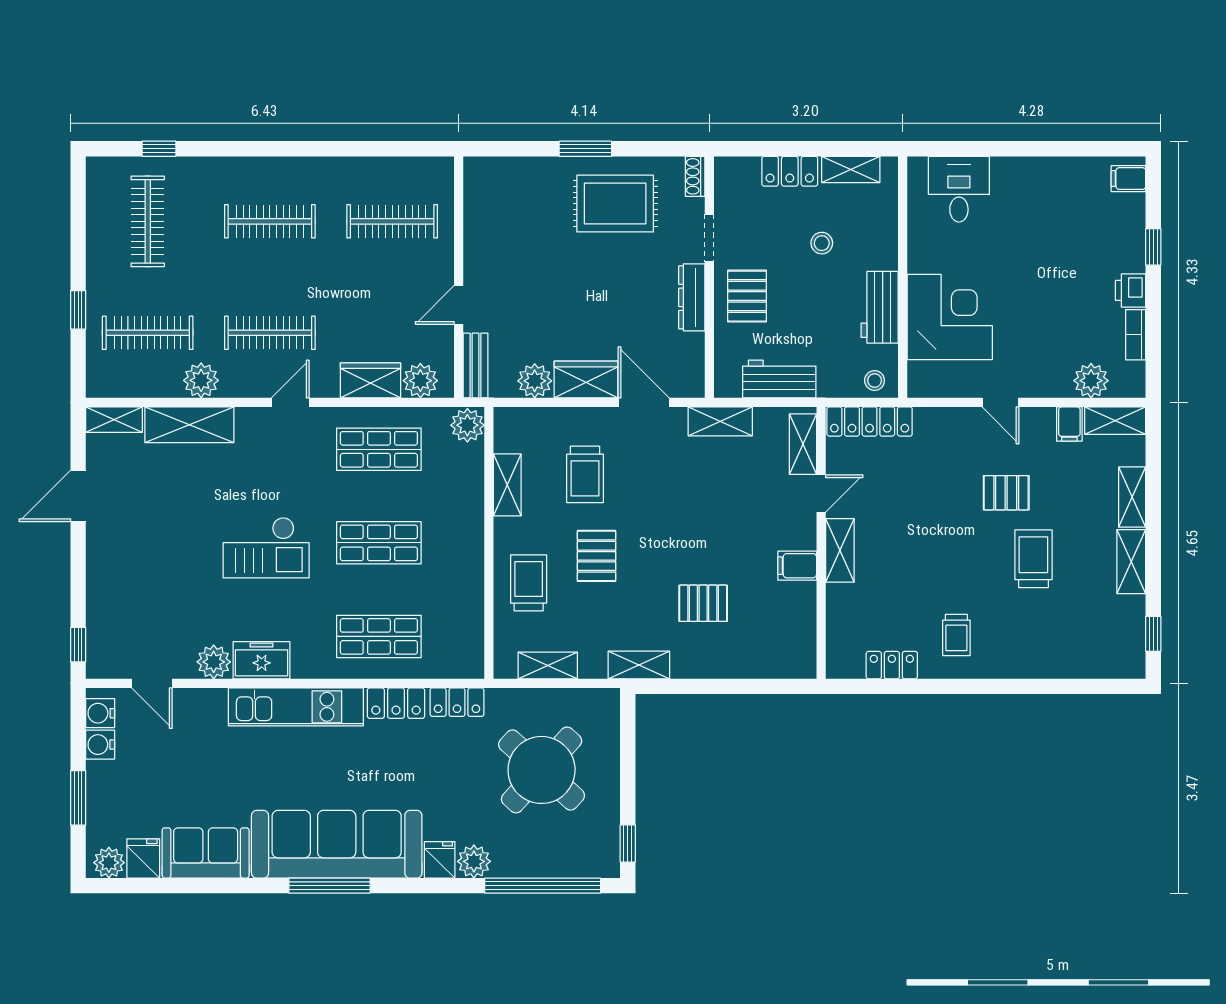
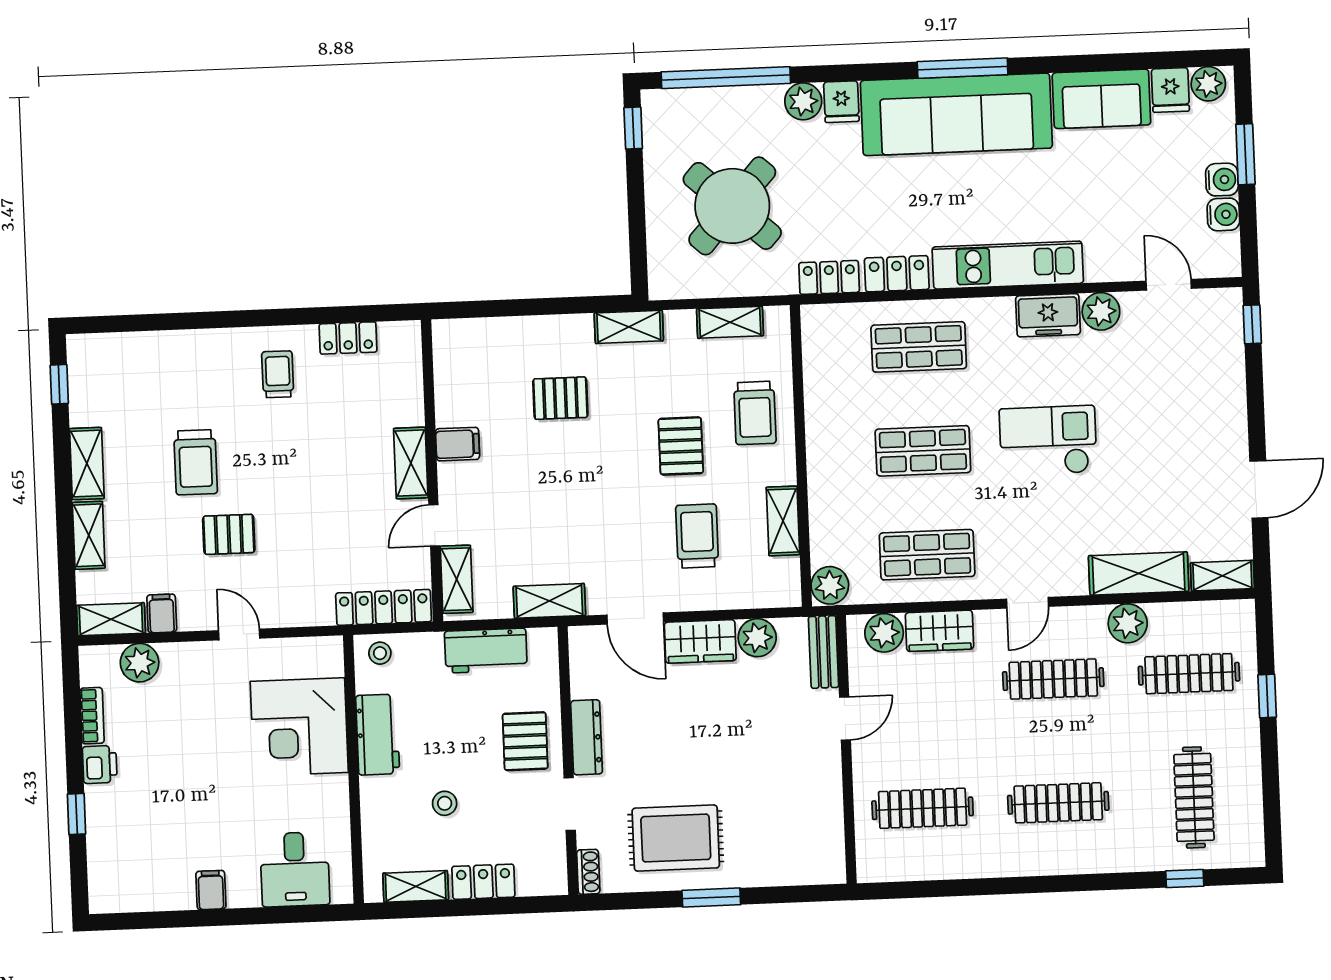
filing cabinet: (1128, 179) -> (211, 890), moved, turned -90
water cooler: (100, 713) -> (1222, 180), moved

